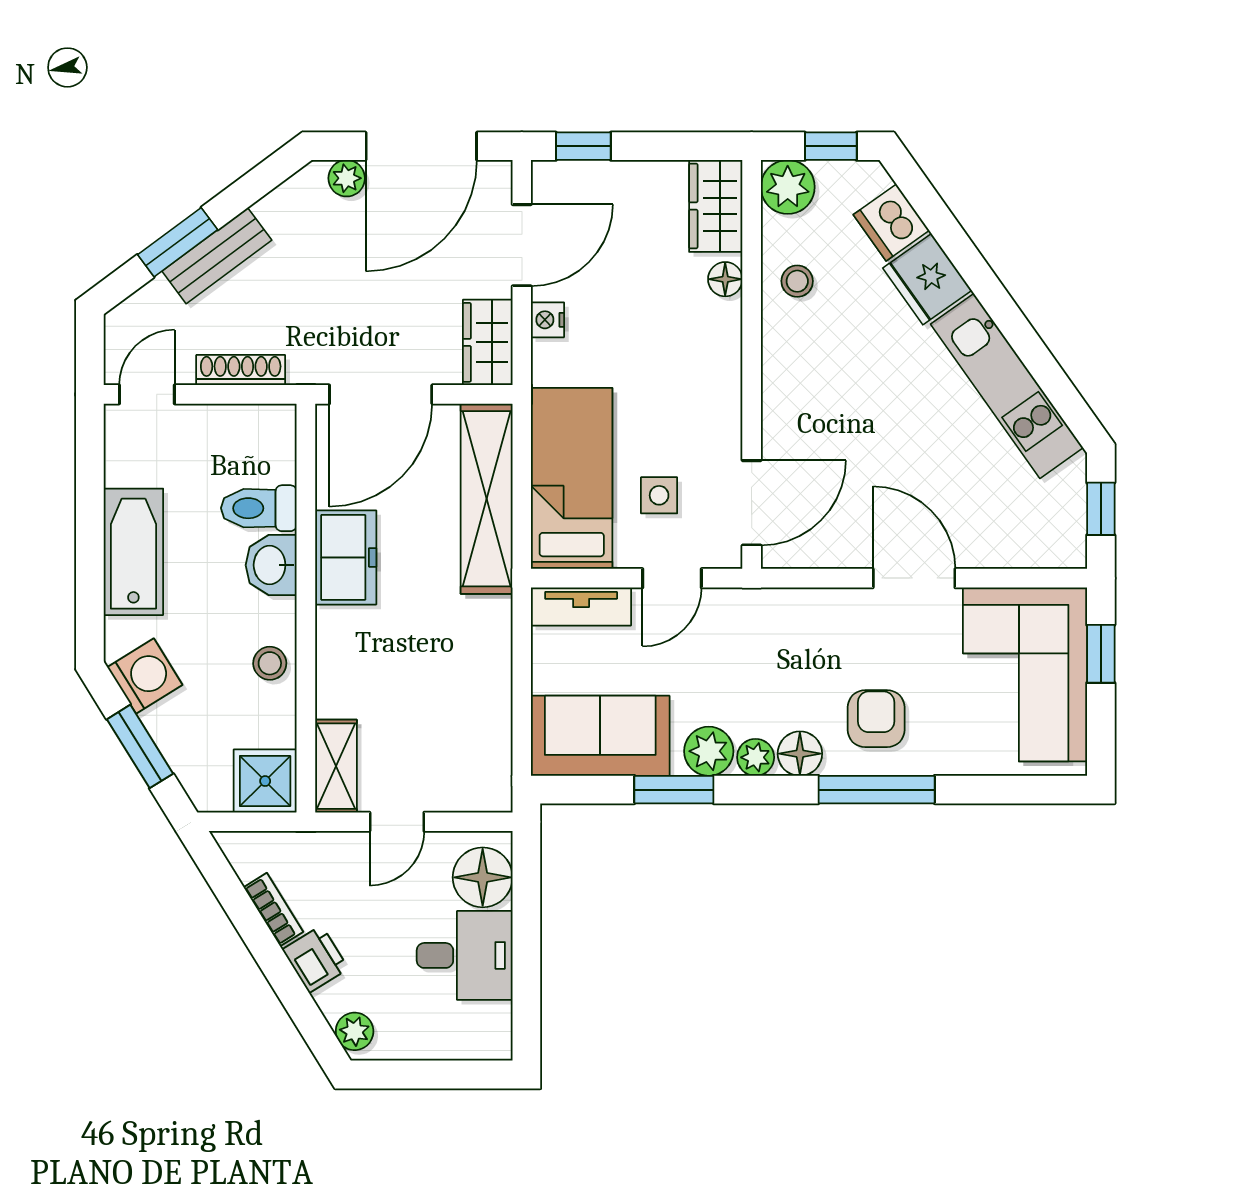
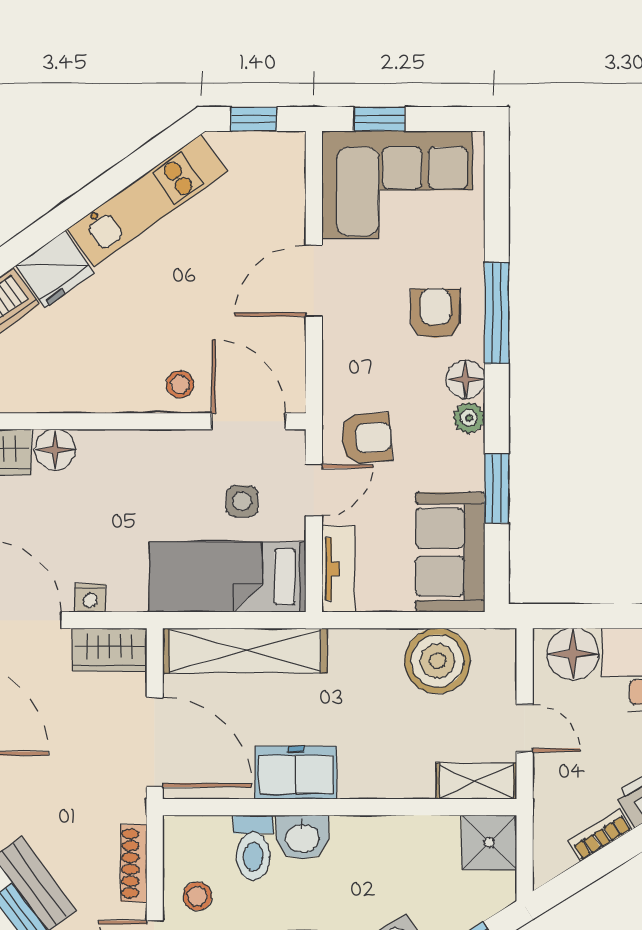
floor lamp: (725, 279) -> (55, 450), width x1.37, depth x1.37
stool: (797, 281) -> (180, 384), moved
door: (672, 578) -> (314, 490), hinge flipped
armchair: (732, 639) -> (366, 438), added
stool: (270, 663) -> (197, 896), moved
armchair: (876, 719) -> (435, 313), turned 90
boiler: (475, 721) -> (437, 661), added
plant: (709, 751) -> (464, 458), removed

